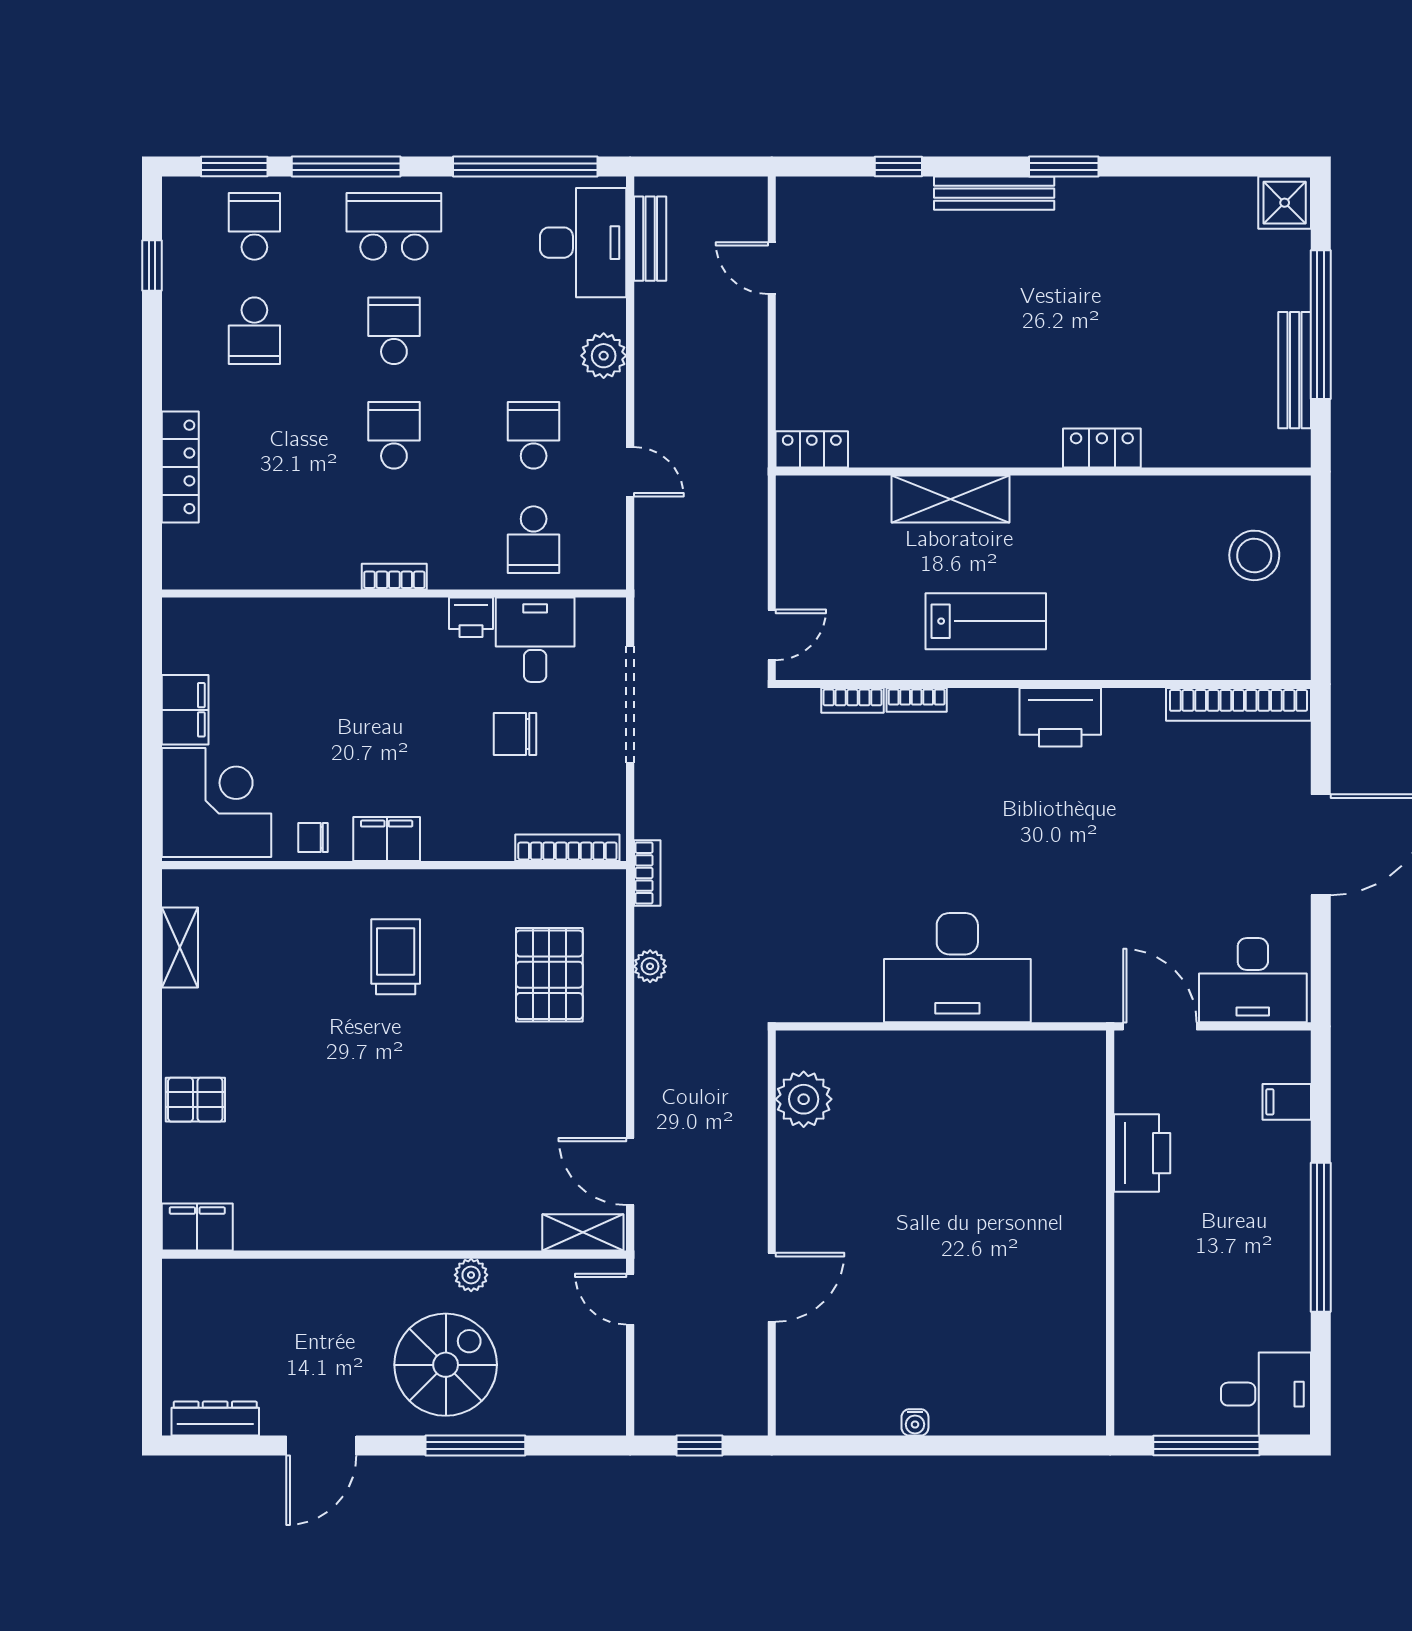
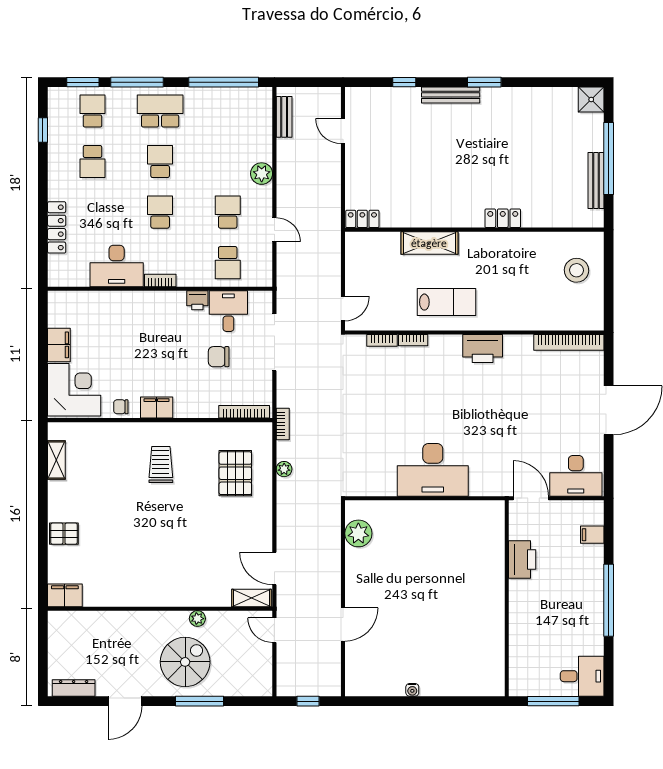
desk: (583, 243) -> (117, 266), moved, turned 90

